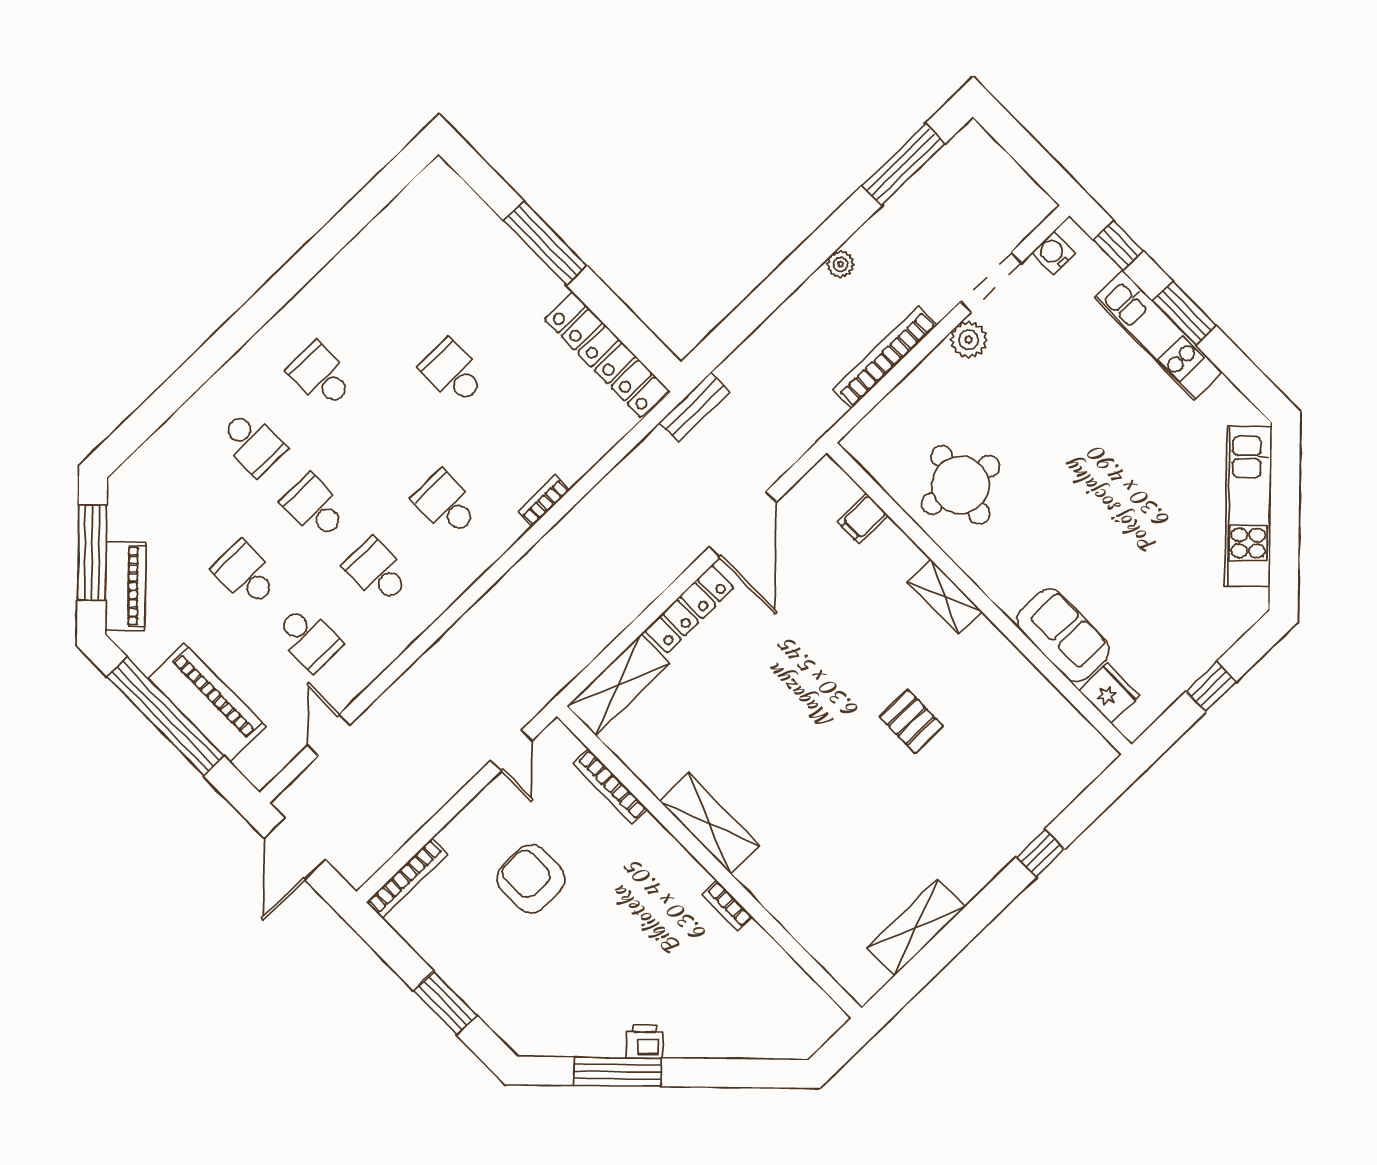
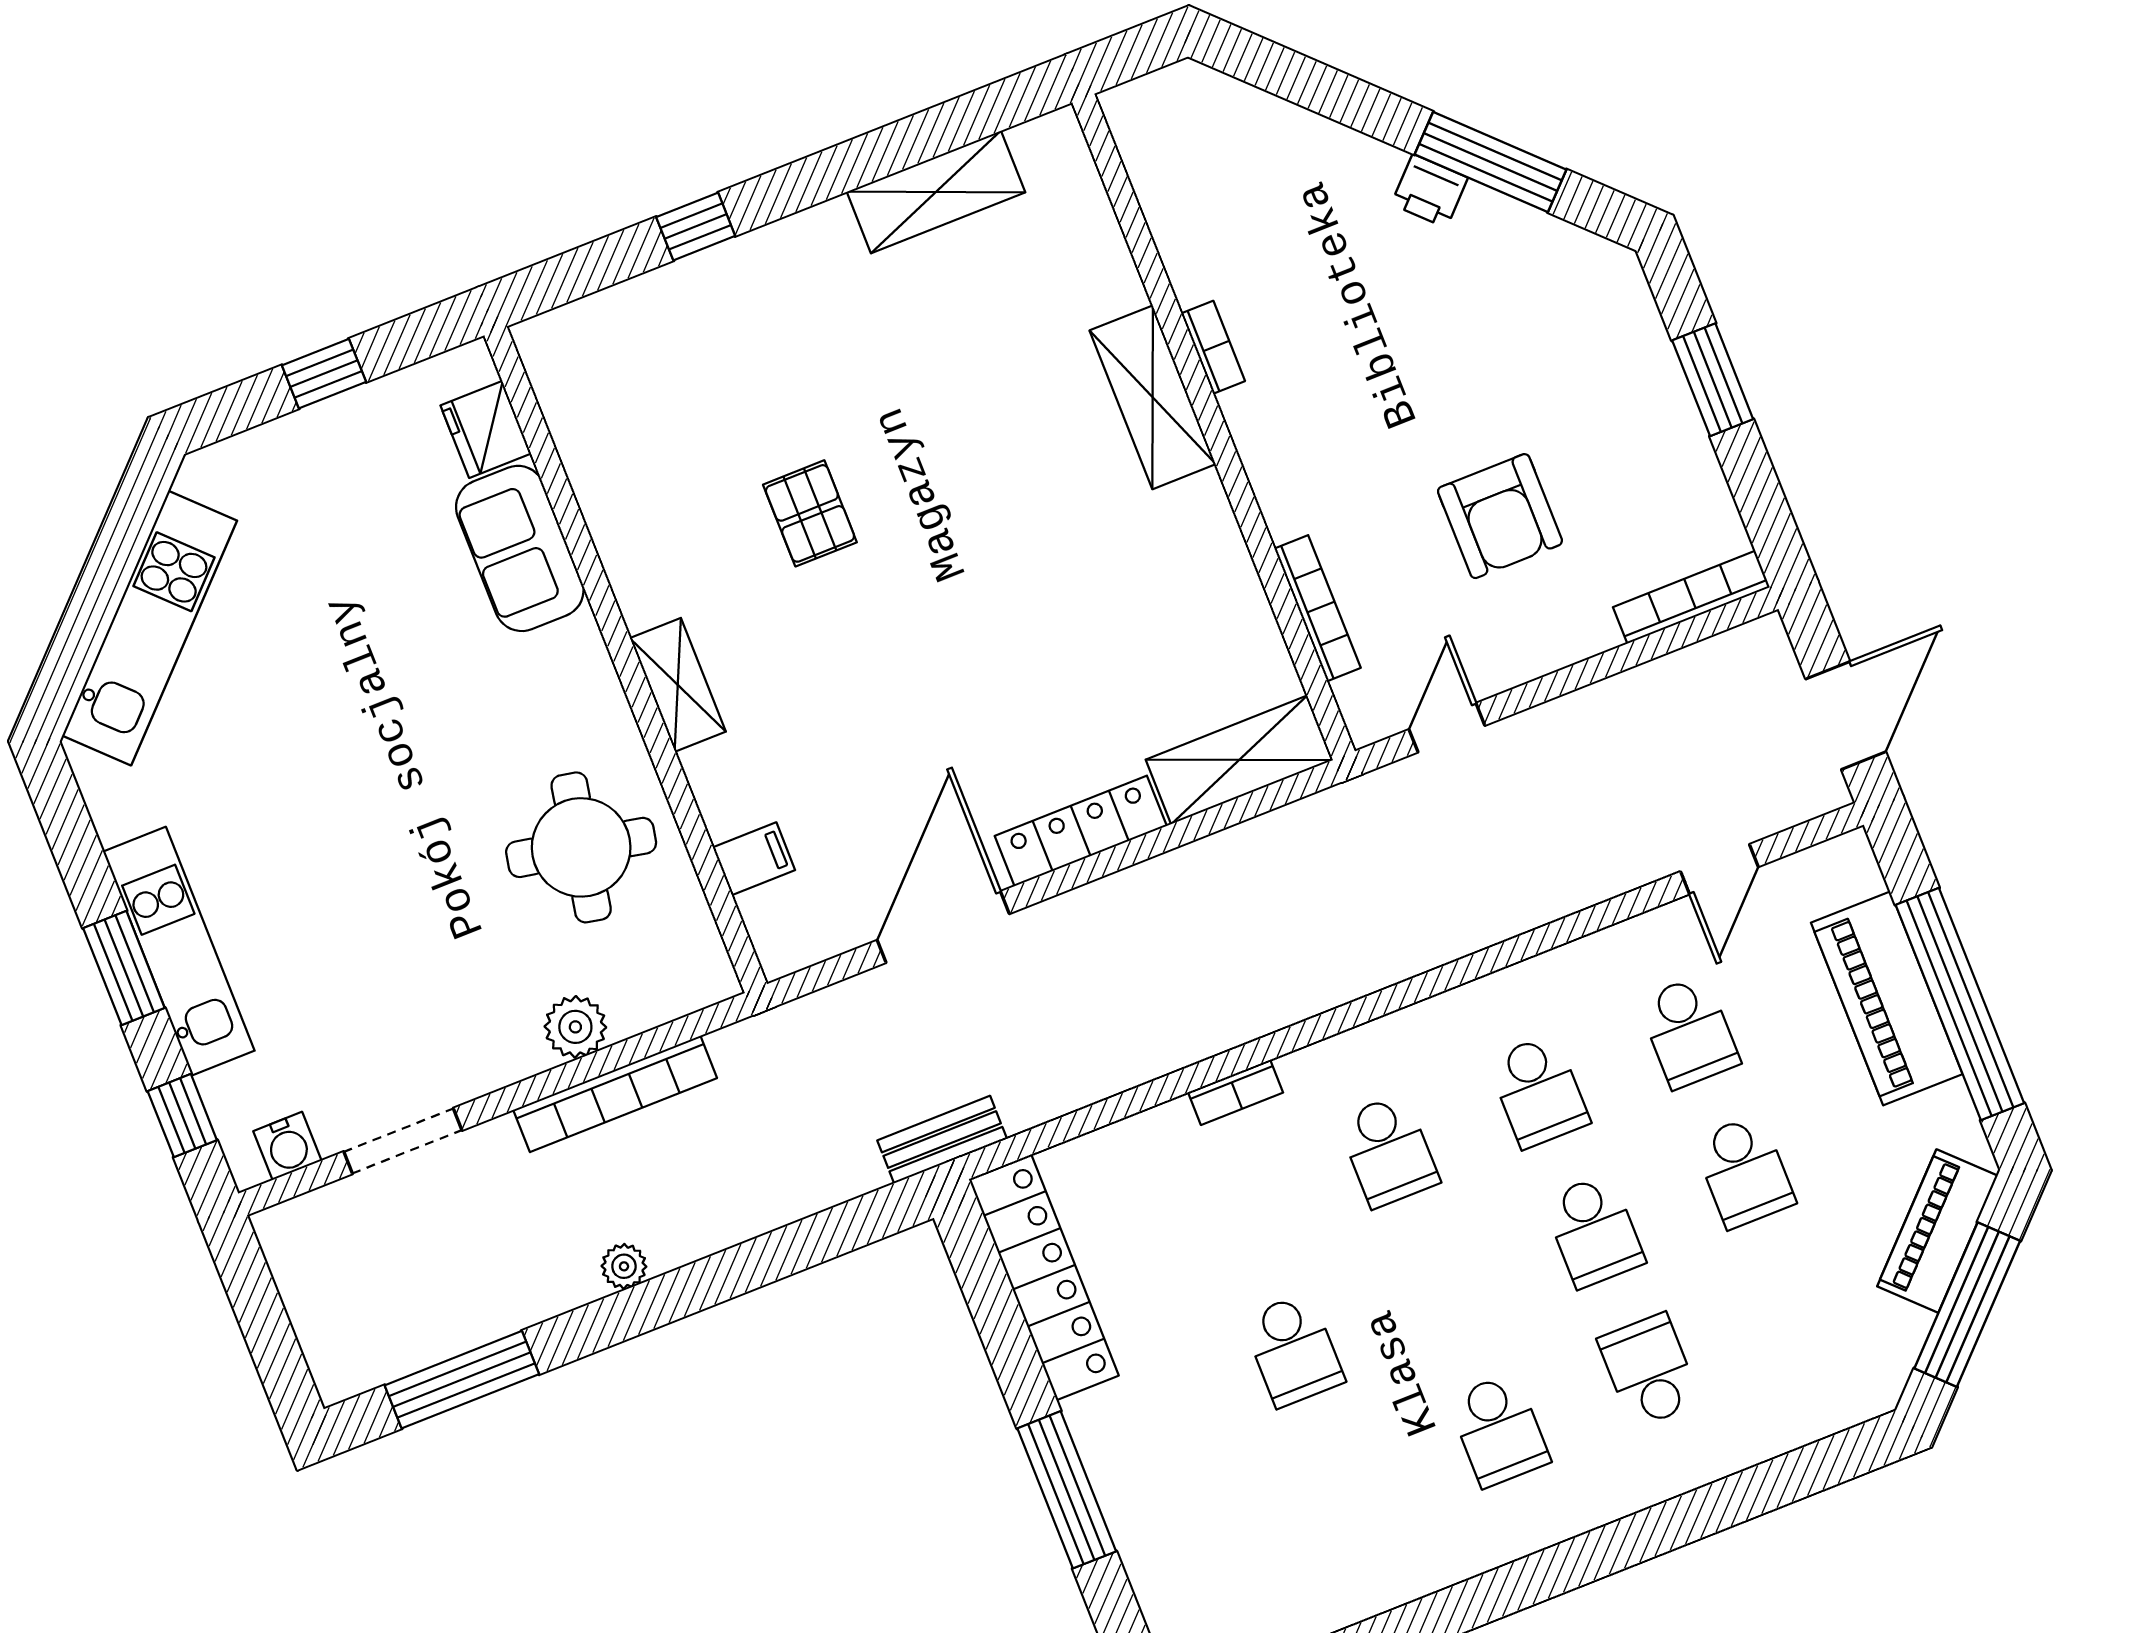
plant: (969, 340) -> (575, 1027), moved
school desk: (308, 639) -> (1689, 1032), turned 180
shelving: (709, 823) -> (1153, 397), moved

